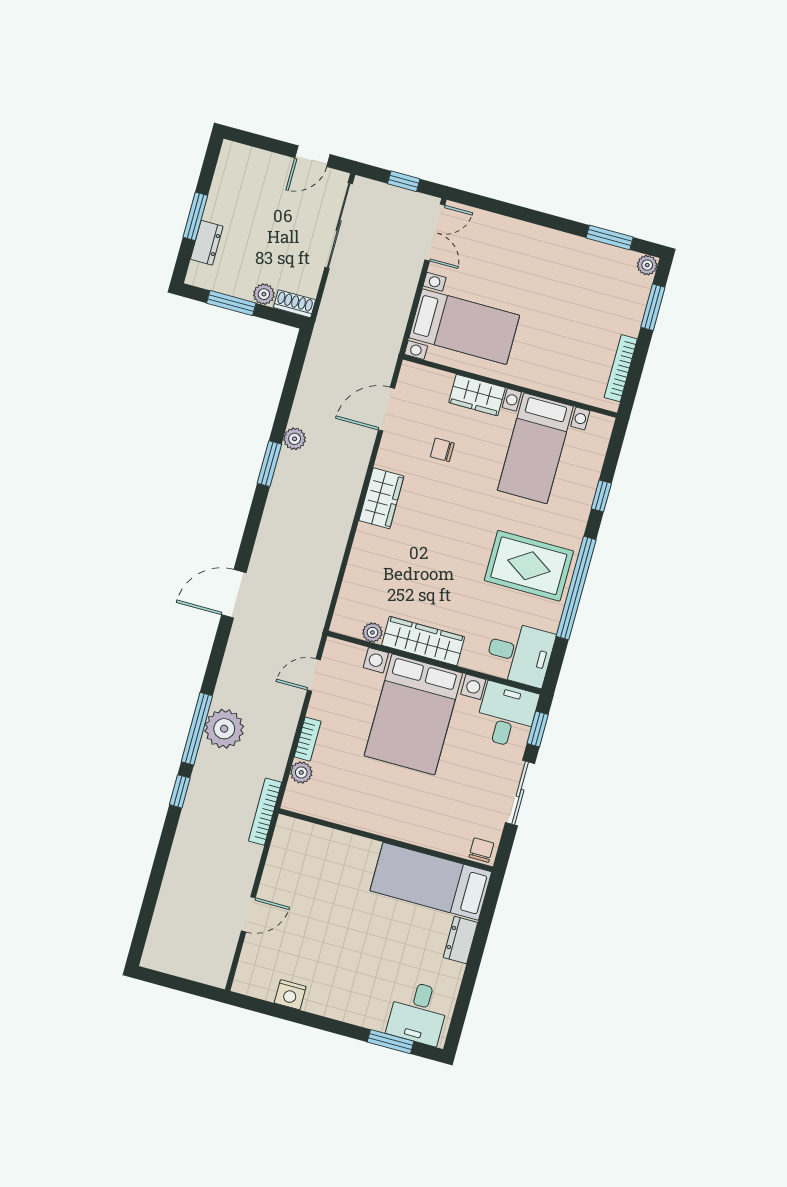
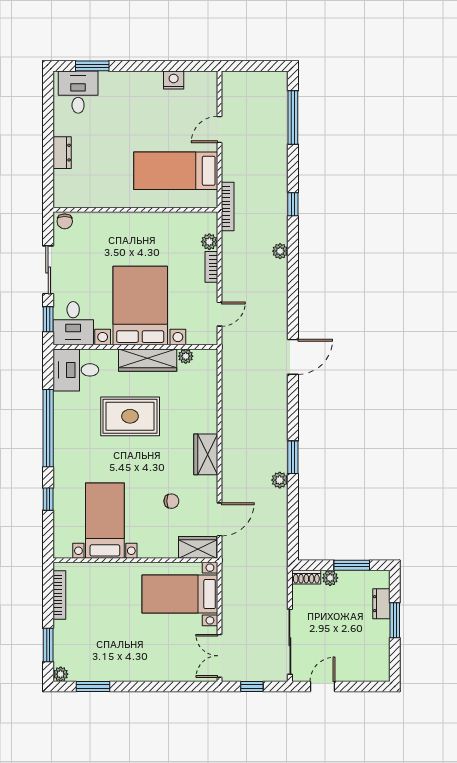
wardrobe: (477, 395) -> (198, 547), moved
rug: (529, 566) -> (130, 416), moved
window: (197, 729) -> (293, 118), moved
plant: (224, 729) -> (280, 251), width x0.53, depth x0.53
bed: (431, 881) -> (176, 171), moved, turned 180

